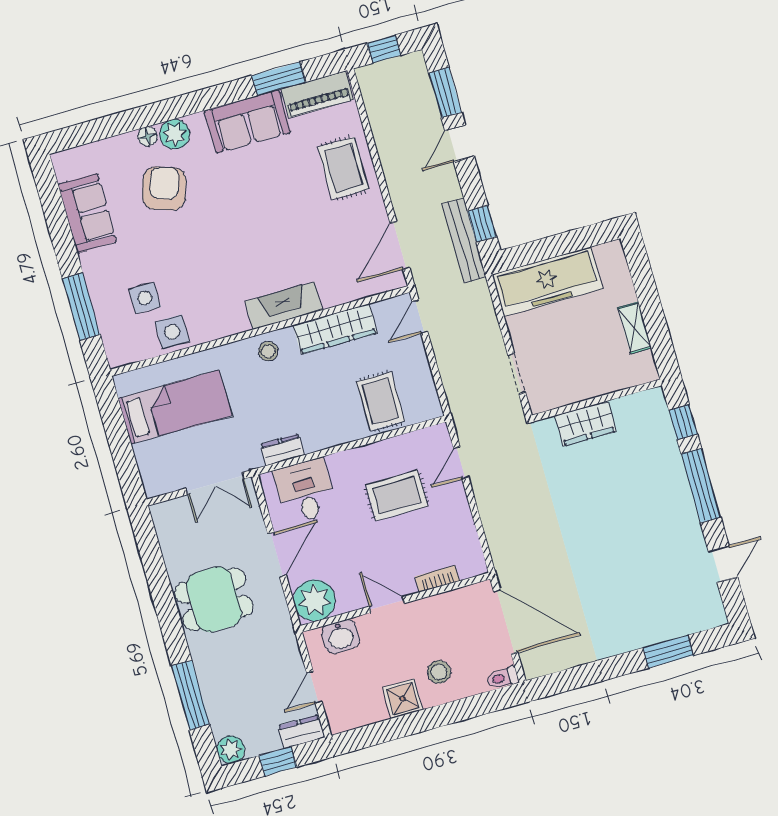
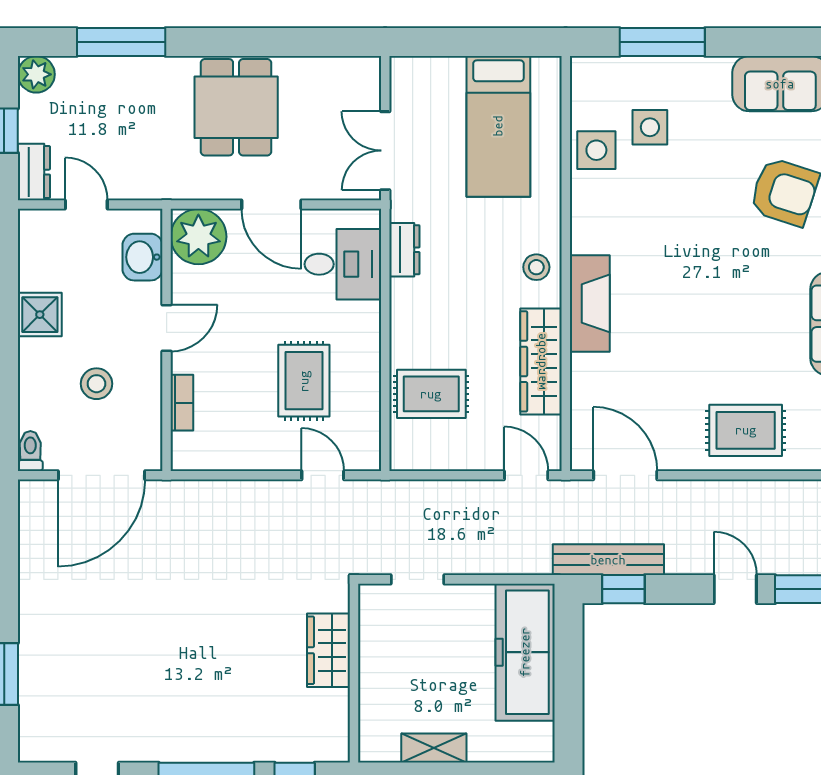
stool: (439, 672) -> (96, 384), moved

